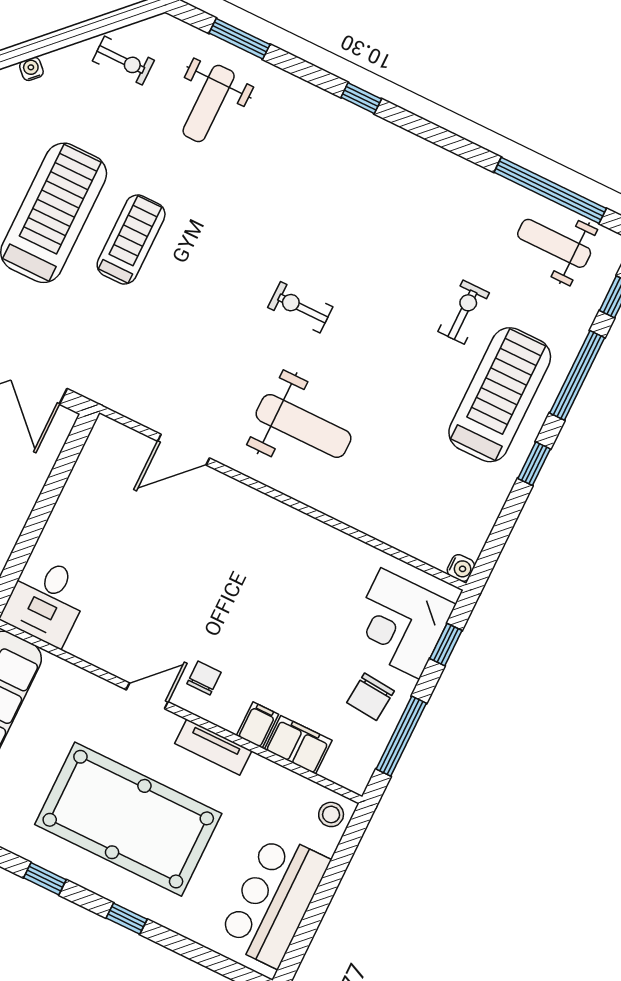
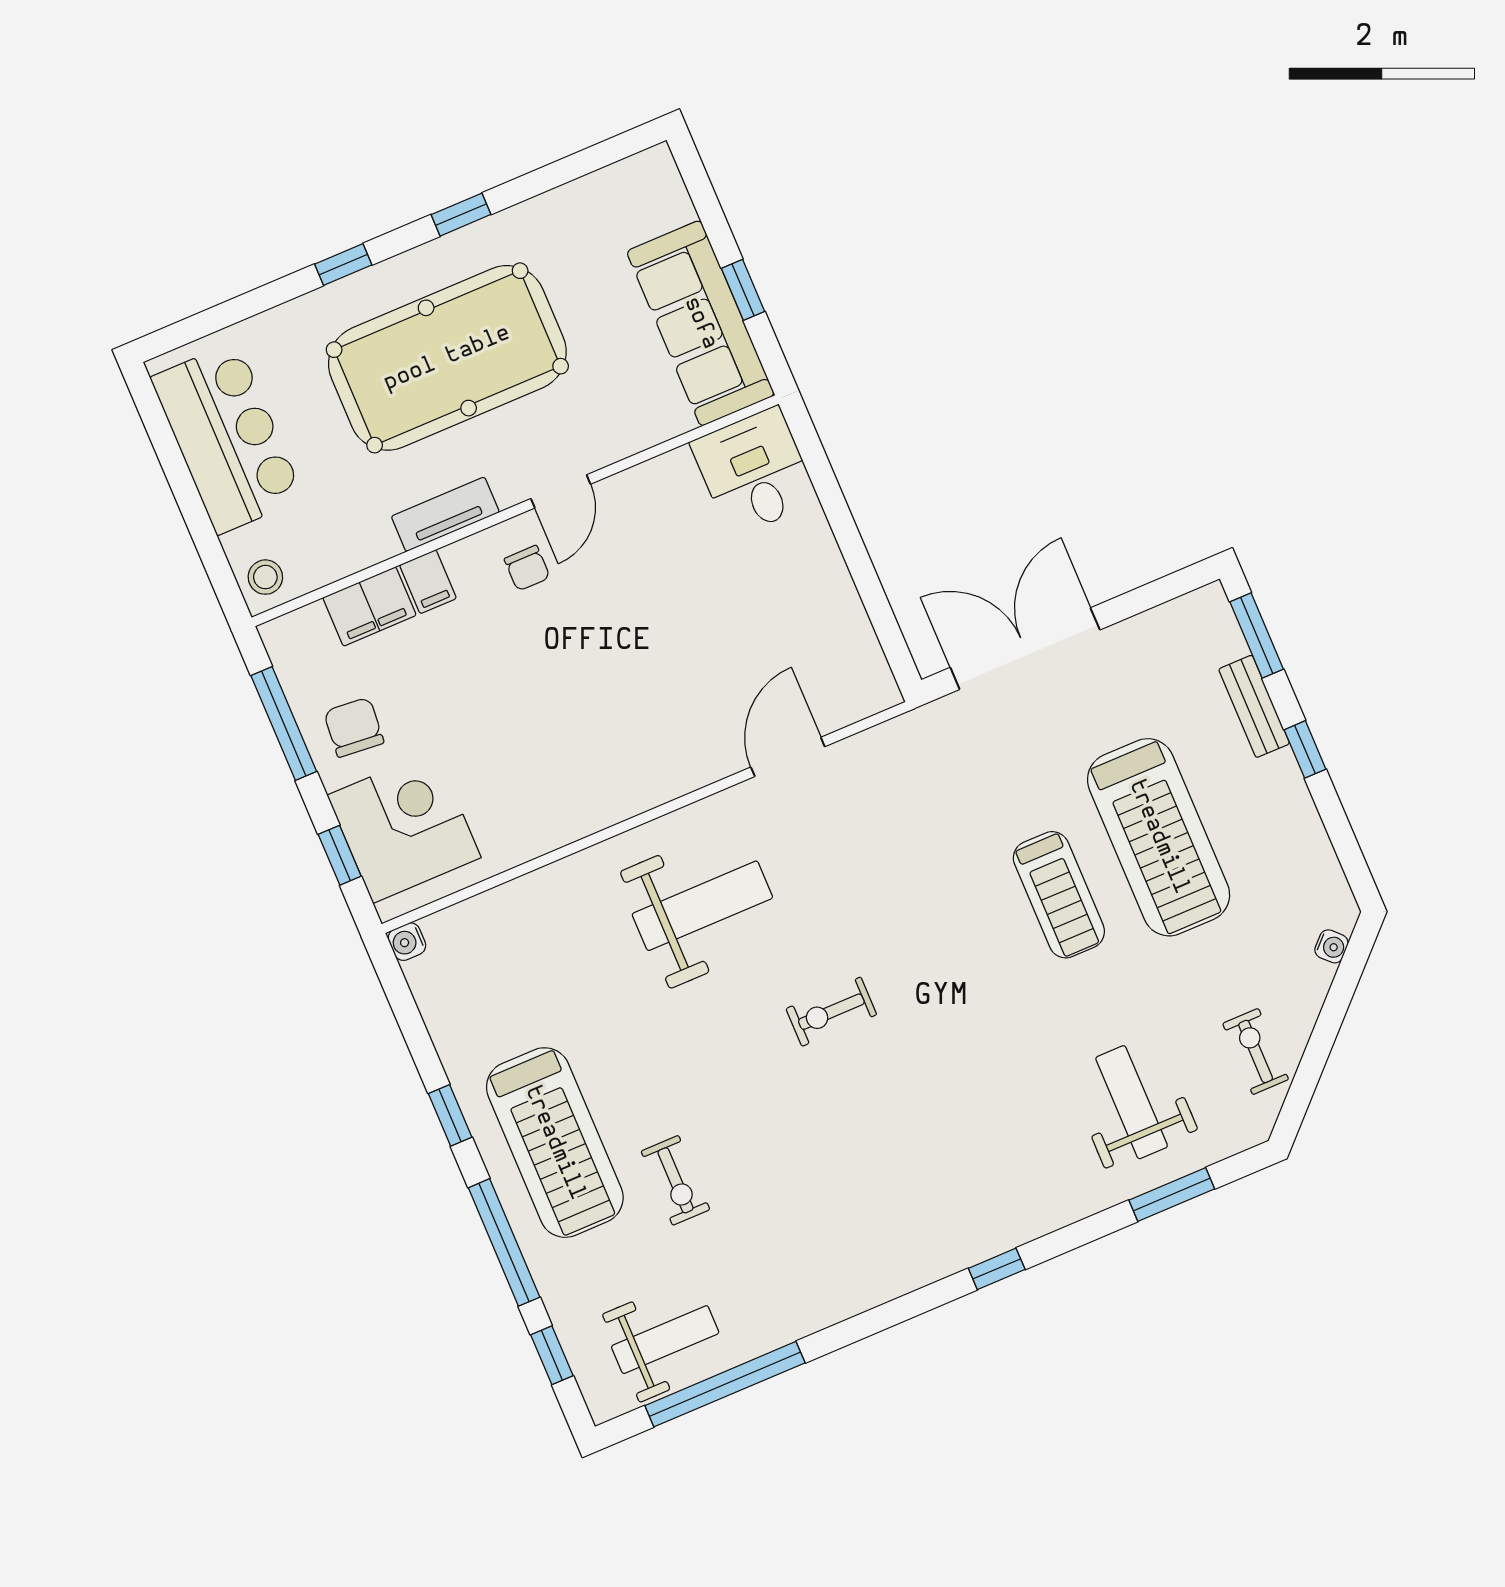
exercise bike: (123, 61) -> (1256, 1051), turned 90
exercise bike: (300, 307) -> (831, 1012), turned 180
weight bench: (304, 426) -> (702, 906), turned 180

